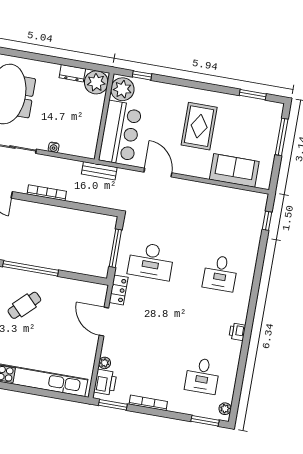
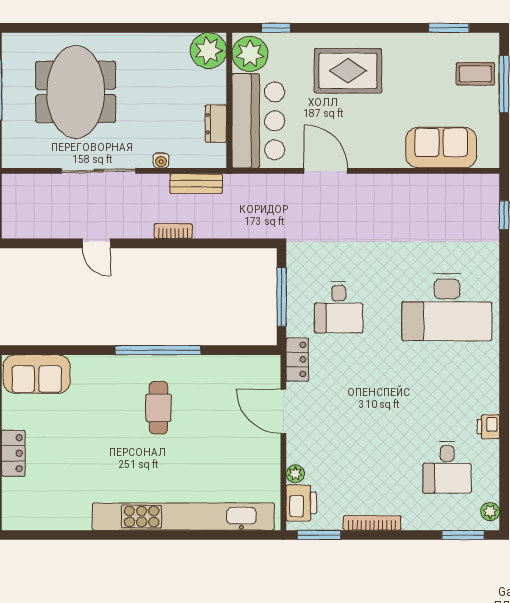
dresser: (72, 73) -> (216, 124), moved, turned 90
rug: (199, 126) -> (348, 71), moved, turned 90
coffee table: (264, 127) -> (475, 74), added
bench: (99, 171) -> (196, 184), moved
bookcase: (47, 193) -> (173, 231), width x0.64
desk: (151, 261) -> (339, 307), width x0.73
desk: (220, 273) -> (447, 307), width x1.87, depth x1.30
cafe table: (24, 305) -> (159, 408), turned -46
printer: (237, 332) -> (488, 427), moved

